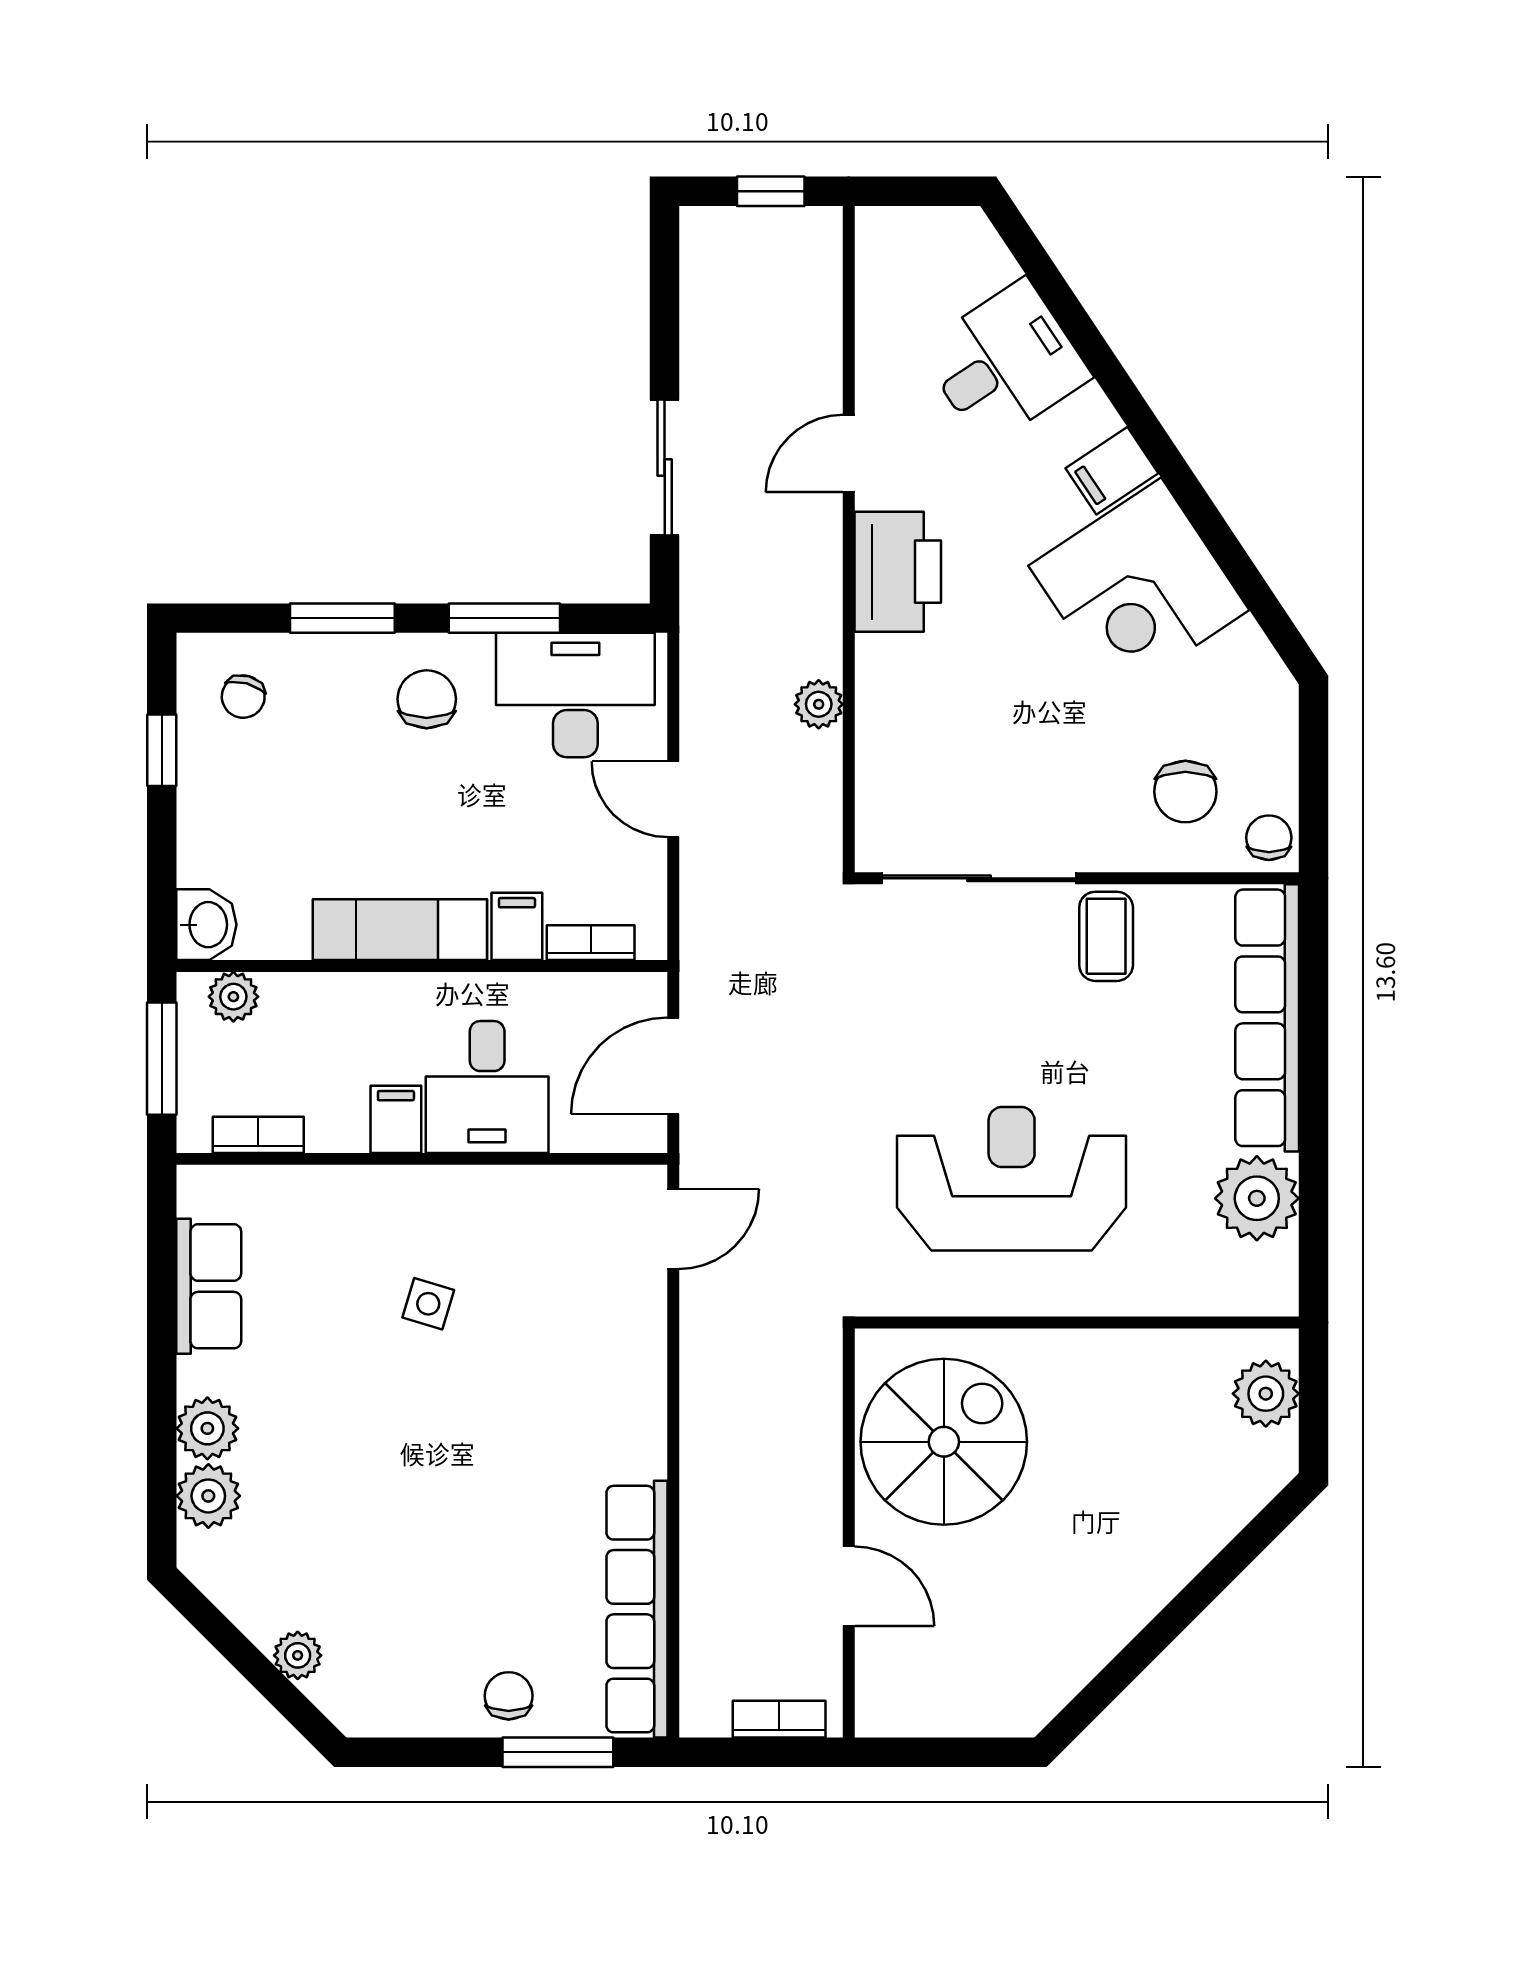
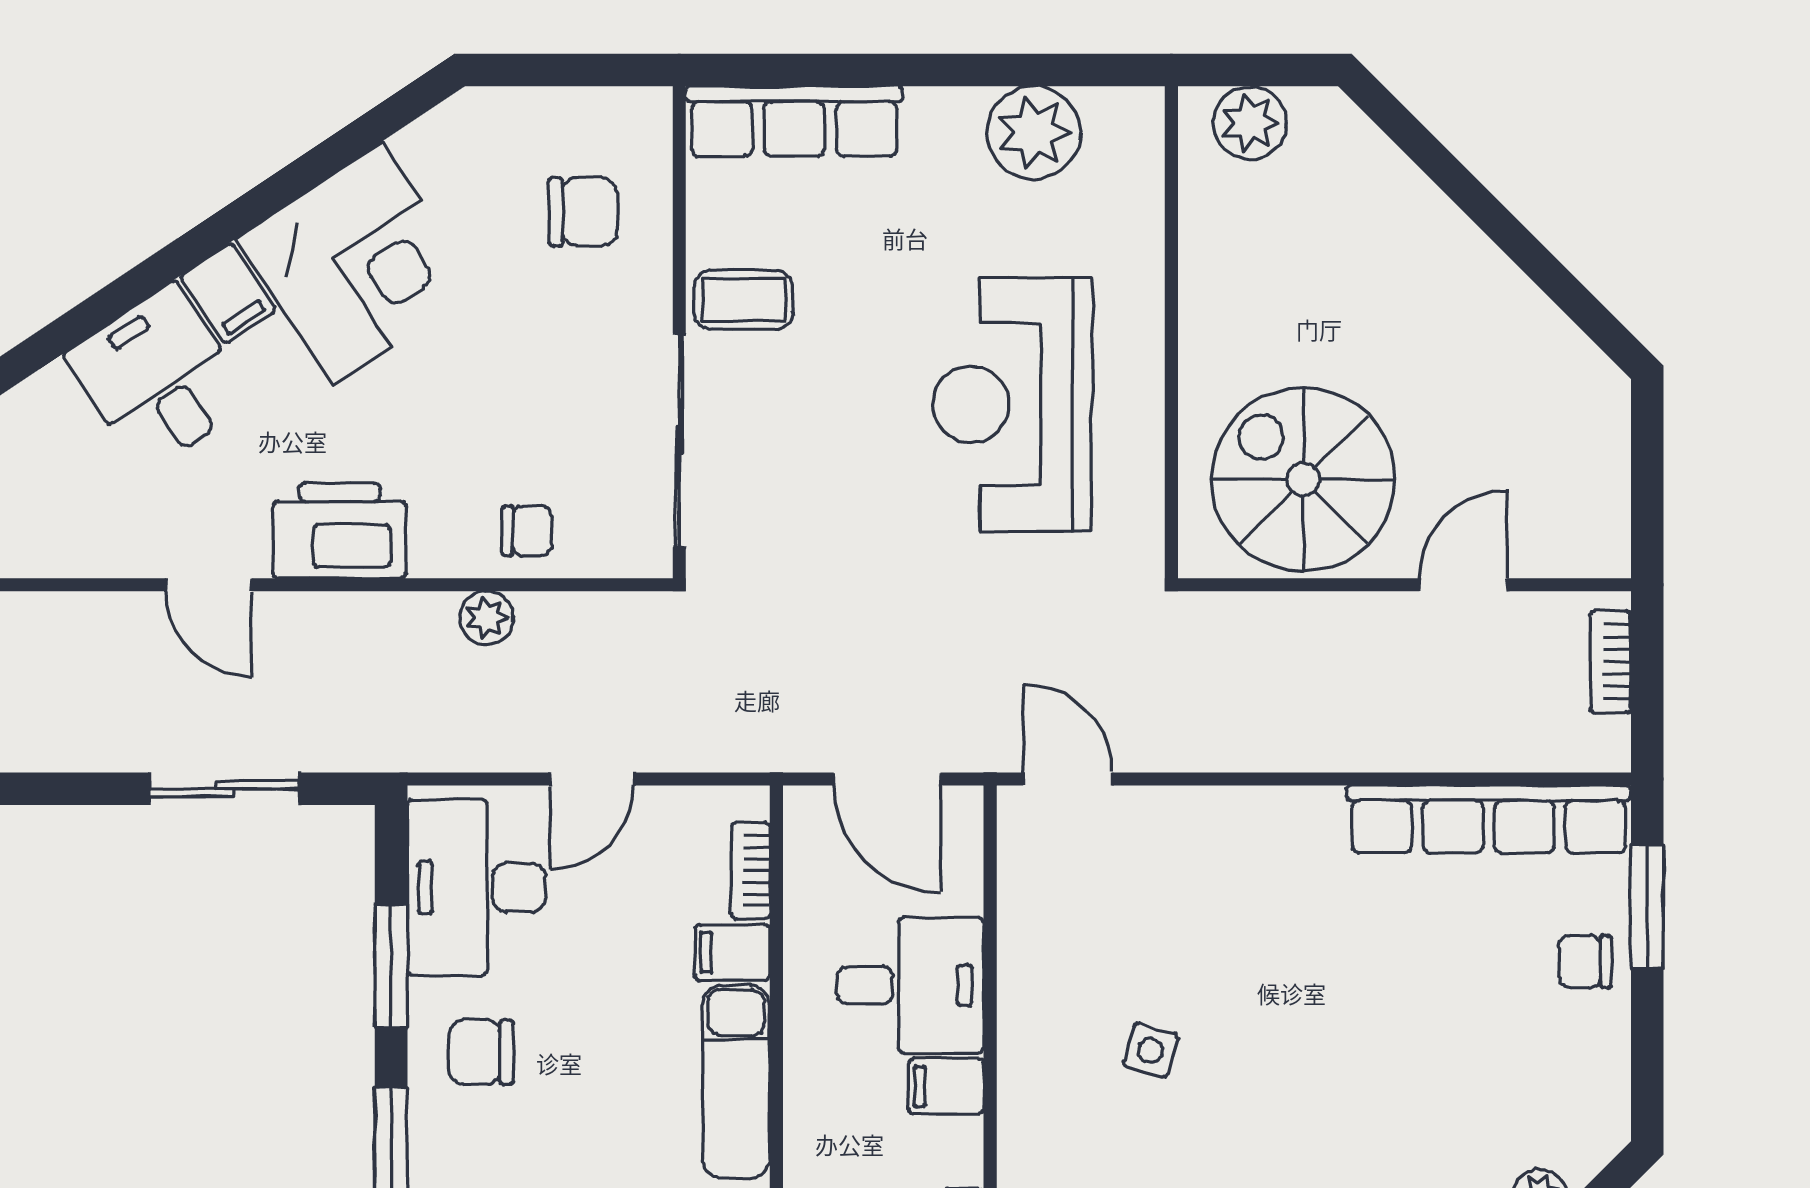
desk: (1005, 363) -> (159, 378), moved
chair: (1269, 838) -> (527, 531), moved, turned 180
row of seats: (1267, 1018) -> (794, 121), width x0.73

